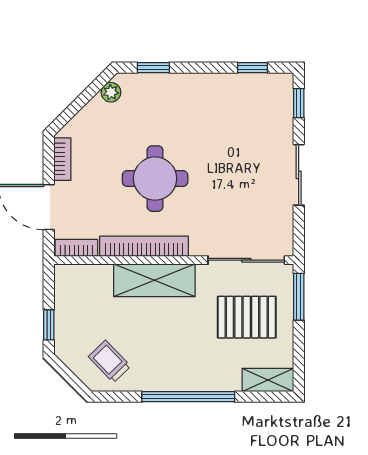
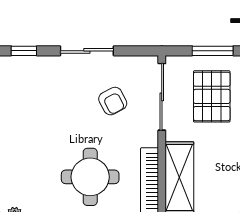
armchair: (242, 204) -> (113, 101), added
window: (299, 297) -> (213, 51), moved

